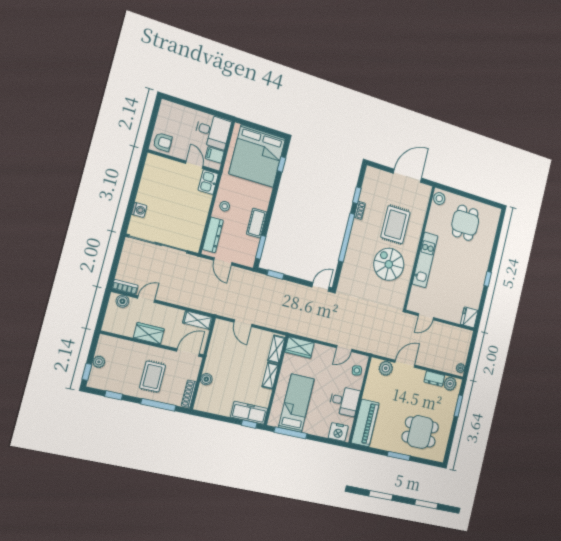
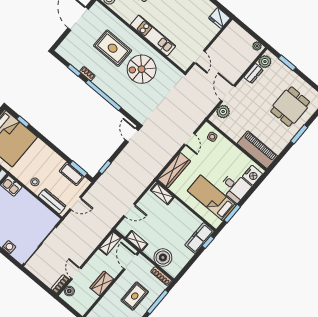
cot: (257, 223) -> (72, 174), moved
wardrobe: (300, 347) -> (174, 170), width x1.50
shelving: (270, 376) -> (137, 241), moved
rug: (153, 377) -> (135, 296), turned 90
boiler: (206, 379) -> (163, 258), width x1.86, depth x1.86
desk: (344, 401) -> (235, 187), moved, turned 90
window: (291, 433) -> (232, 214), width x0.69

